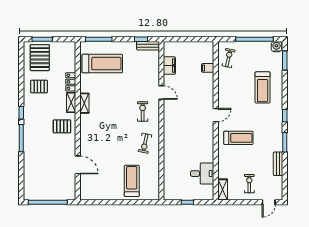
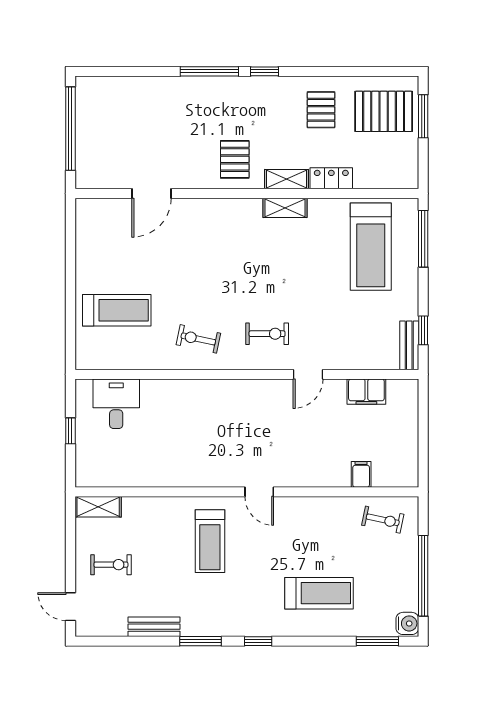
treadmill: (263, 87) -> (319, 593), turned 180
desk: (202, 174) -> (116, 404), moved, turned 180

